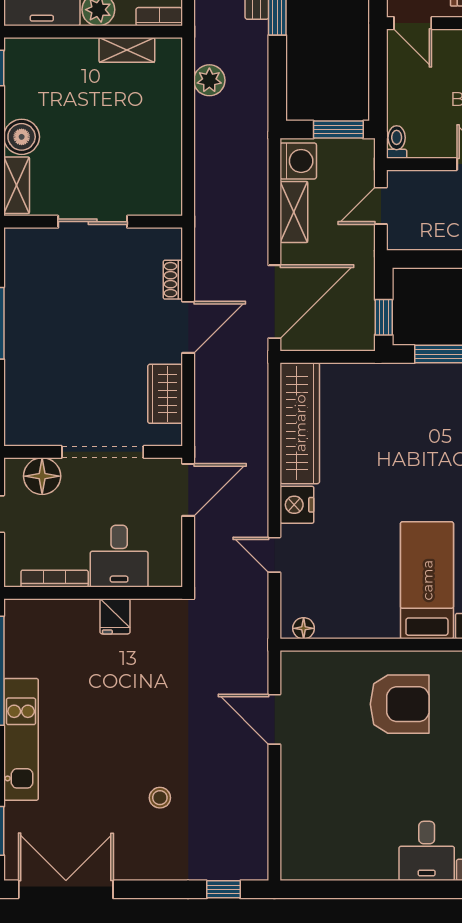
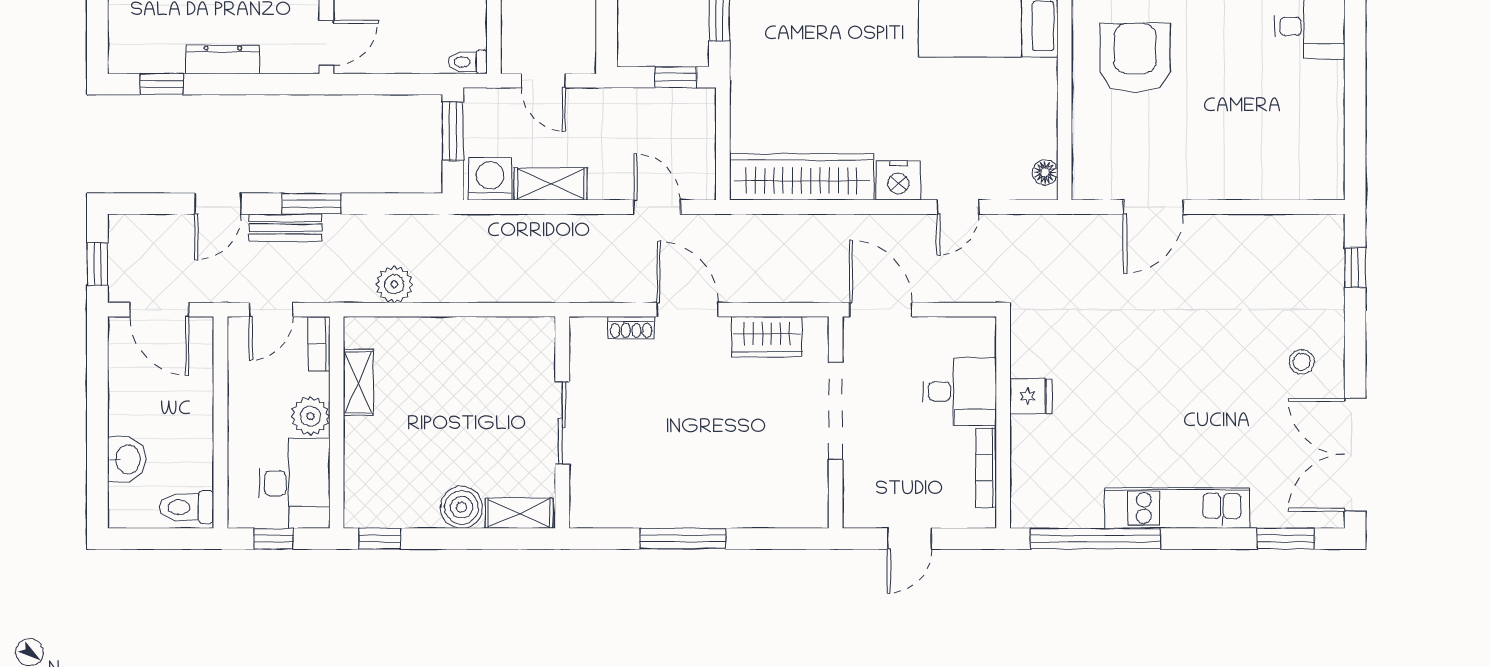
door: (274, 302) -> (657, 207), width x0.53
floor lamp: (42, 476) -> (864, 483), removed
stool: (160, 798) -> (1302, 362), moved

